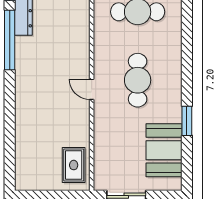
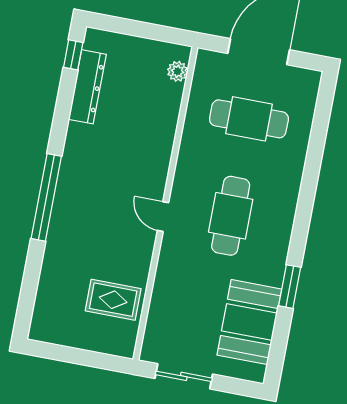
window: (10, 40) -> (46, 197), moved
rug: (74, 165) -> (113, 300), moved, turned 90

